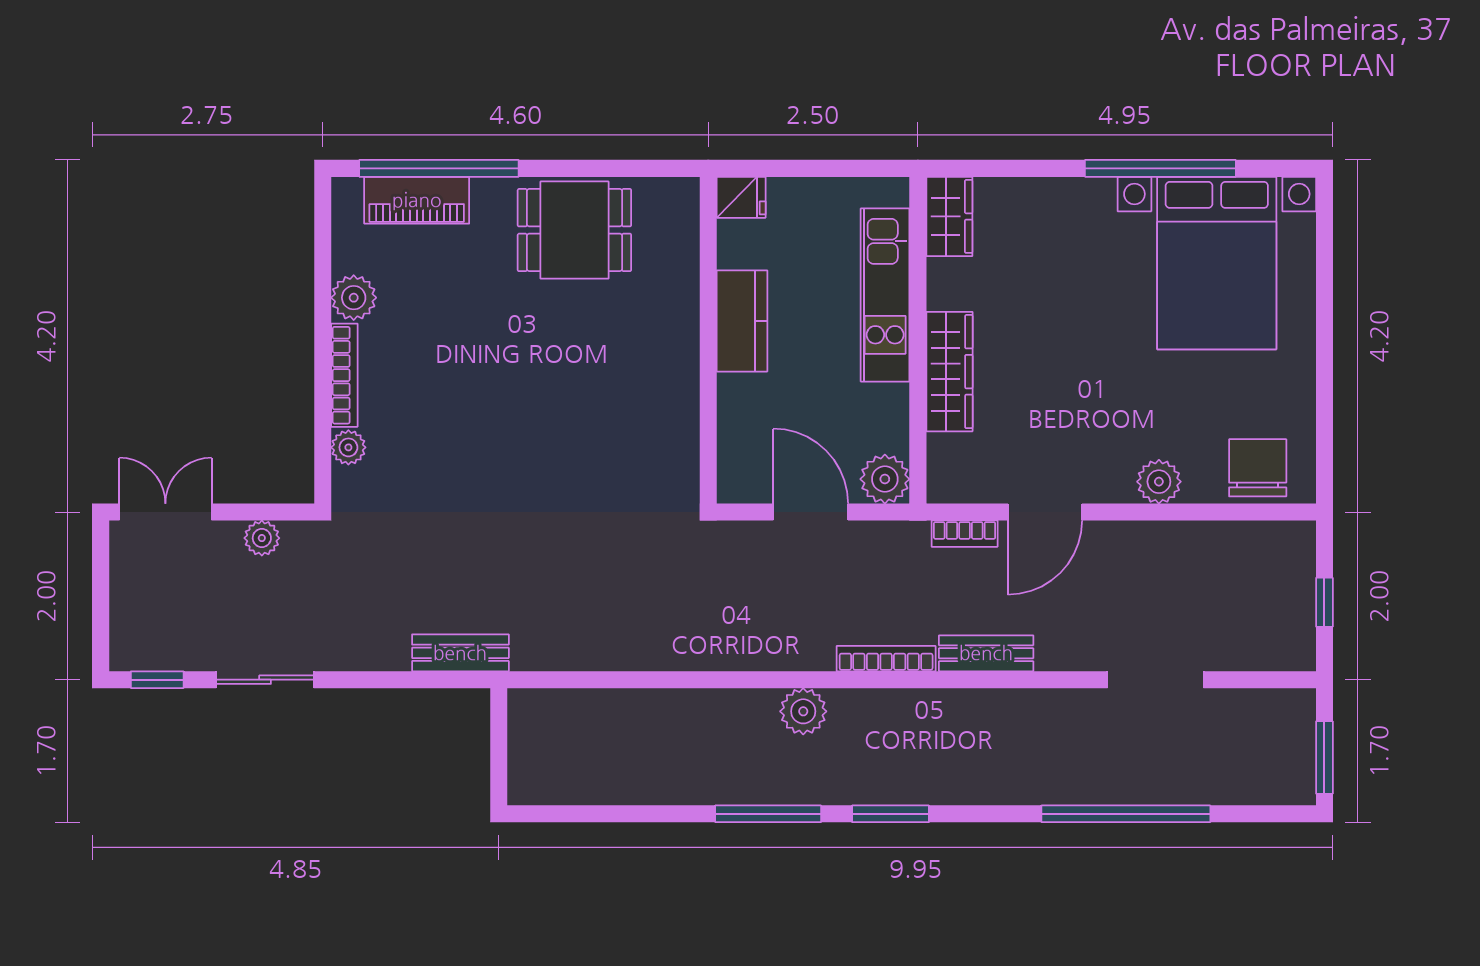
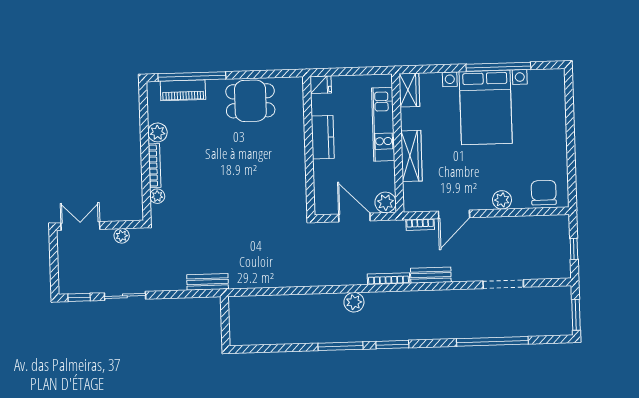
bed with nightstands: (1217, 263) -> (486, 107), moved

